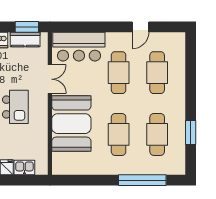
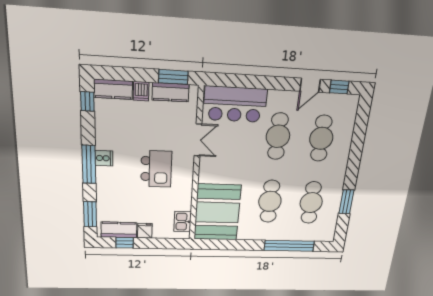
window: (166, 27) -> (339, 87), added
booth: (71, 124) -> (217, 212), moved
kitchen sink: (24, 167) -> (183, 222), moved, turned -90

